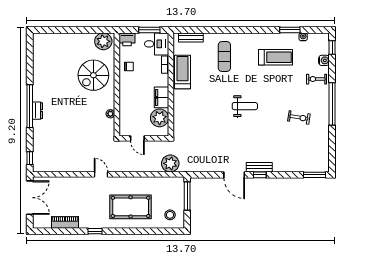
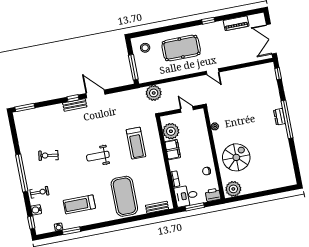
exercise mat: (224, 57) -> (124, 196), width x2.00, depth x1.45
treadmill: (182, 72) -> (136, 143), moved

